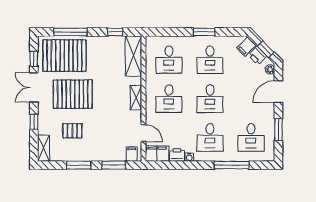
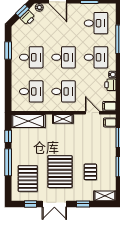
window: (71, 32) -> (8, 162), moved
window: (204, 32) -> (8, 51), moved
filing cabinet: (246, 47) -> (20, 27), removed
pallet: (64, 56) -> (28, 178), width x0.73, depth x0.71
door: (143, 133) -> (92, 113), hinge flipped
filing cabinet: (157, 153) -> (109, 106), width x0.50

